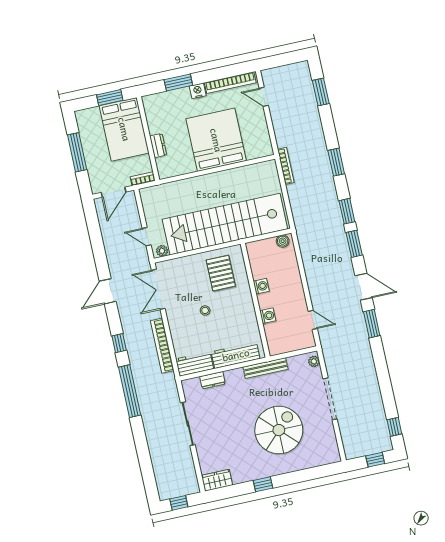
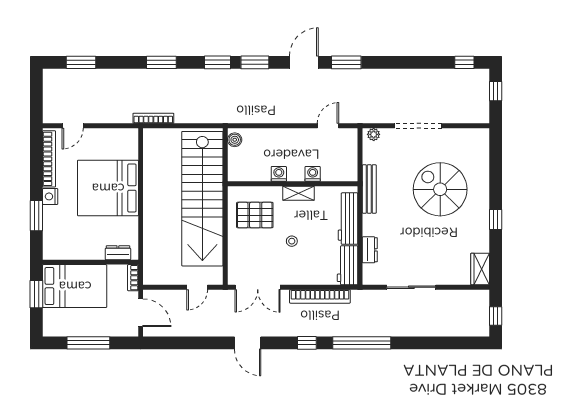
dresser: (158, 145) -> (118, 253), moved
plant: (162, 251) -> (216, 274), removed
shelving: (248, 307) -> (298, 193), added

